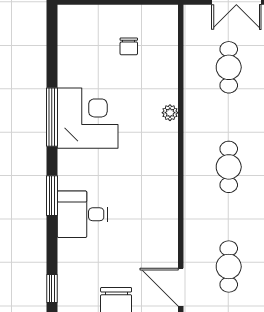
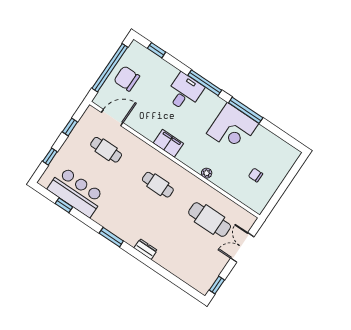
cafe table: (229, 67) -> (210, 220), width x1.37, depth x1.35
filing cabinet: (165, 190) -> (168, 143), added
window: (52, 196) -> (205, 83), width x1.44

